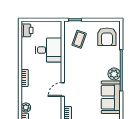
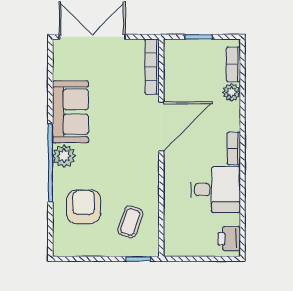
armchair: (107, 37) -> (84, 207), moved
desk: (49, 50) -> (216, 190), moved, turned 180
door: (63, 90) -> (161, 126), width x1.87

